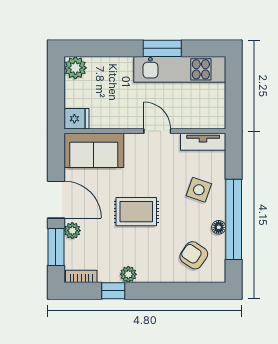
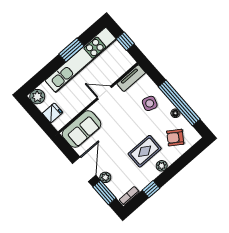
kitchen unit: (180, 69) -> (81, 60), width x1.36
window: (234, 93) -> (125, 41), added
fridge: (76, 119) -> (52, 113), moved
door: (56, 200) -> (84, 169), hinge flipped
rug: (136, 212) -> (145, 151), moved
plant: (128, 274) -> (162, 166), moved

